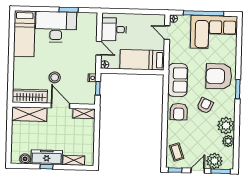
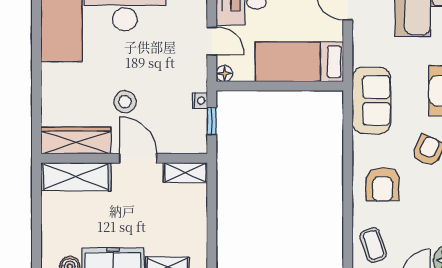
armchair: (179, 112) -> (382, 184), moved

